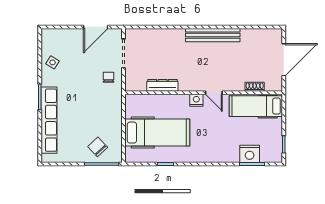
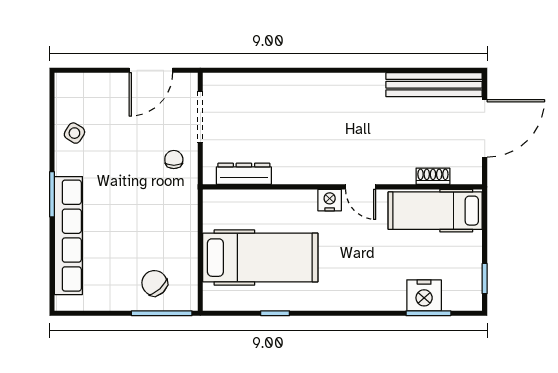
bench: (213, 35) -> (434, 85), moved
dresser: (162, 85) -> (244, 174), moved

